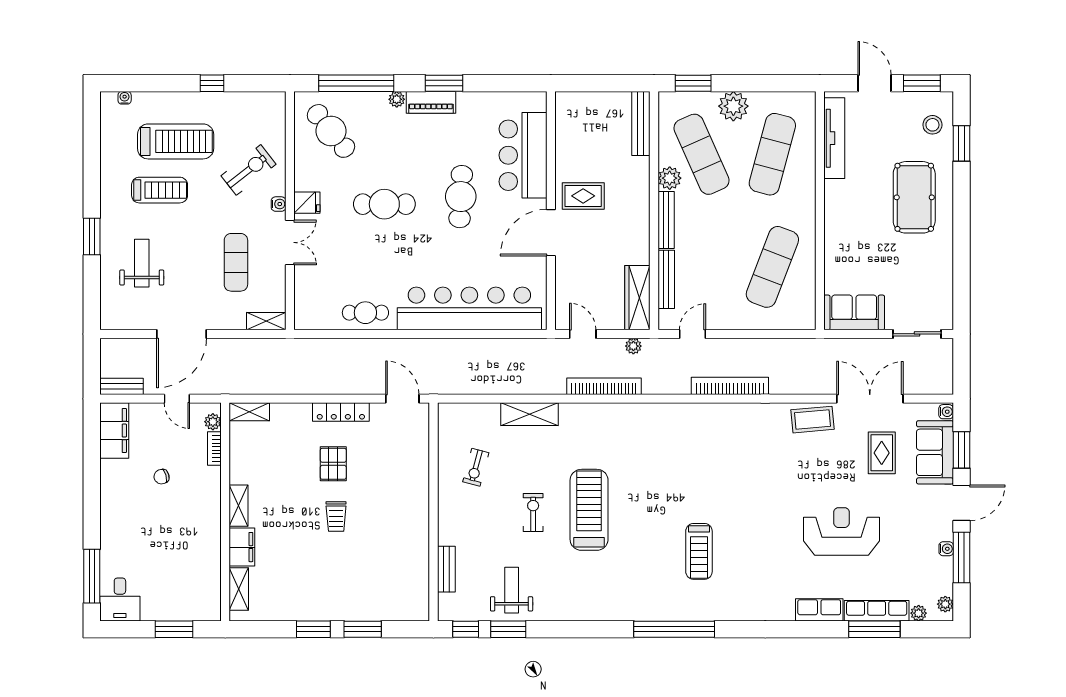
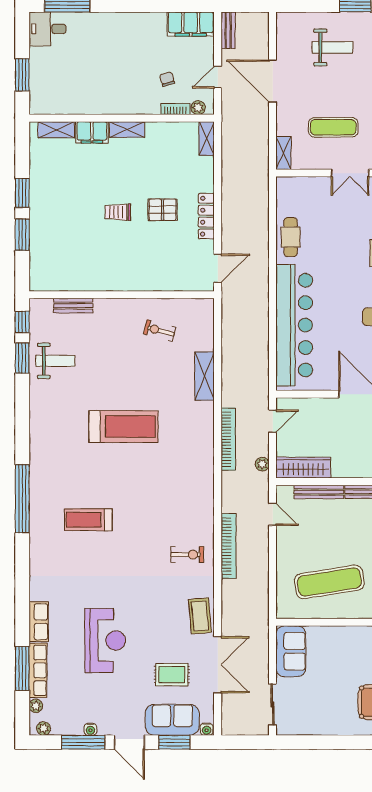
exercise mat: (772, 267) -> (329, 582), turned -30
chair: (162, 477) -> (167, 79), moved
exercise bike: (533, 512) -> (187, 555), moved

